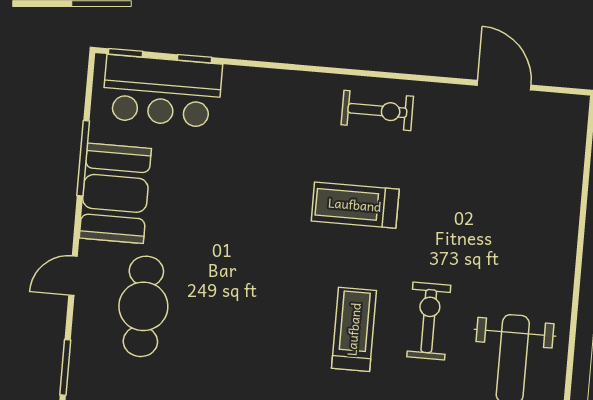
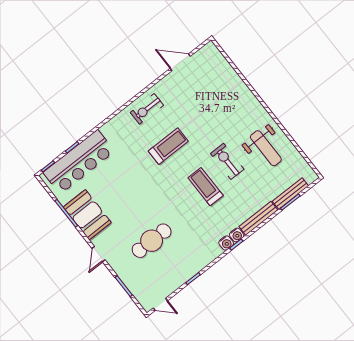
bar counter: (162, 91) -> (79, 162), width x1.36
exercise bike: (377, 111) -> (147, 109), turned 180
treadmill: (355, 205) -> (168, 146), turned 180
cafe table: (143, 306) -> (152, 241), moved, turned 90

